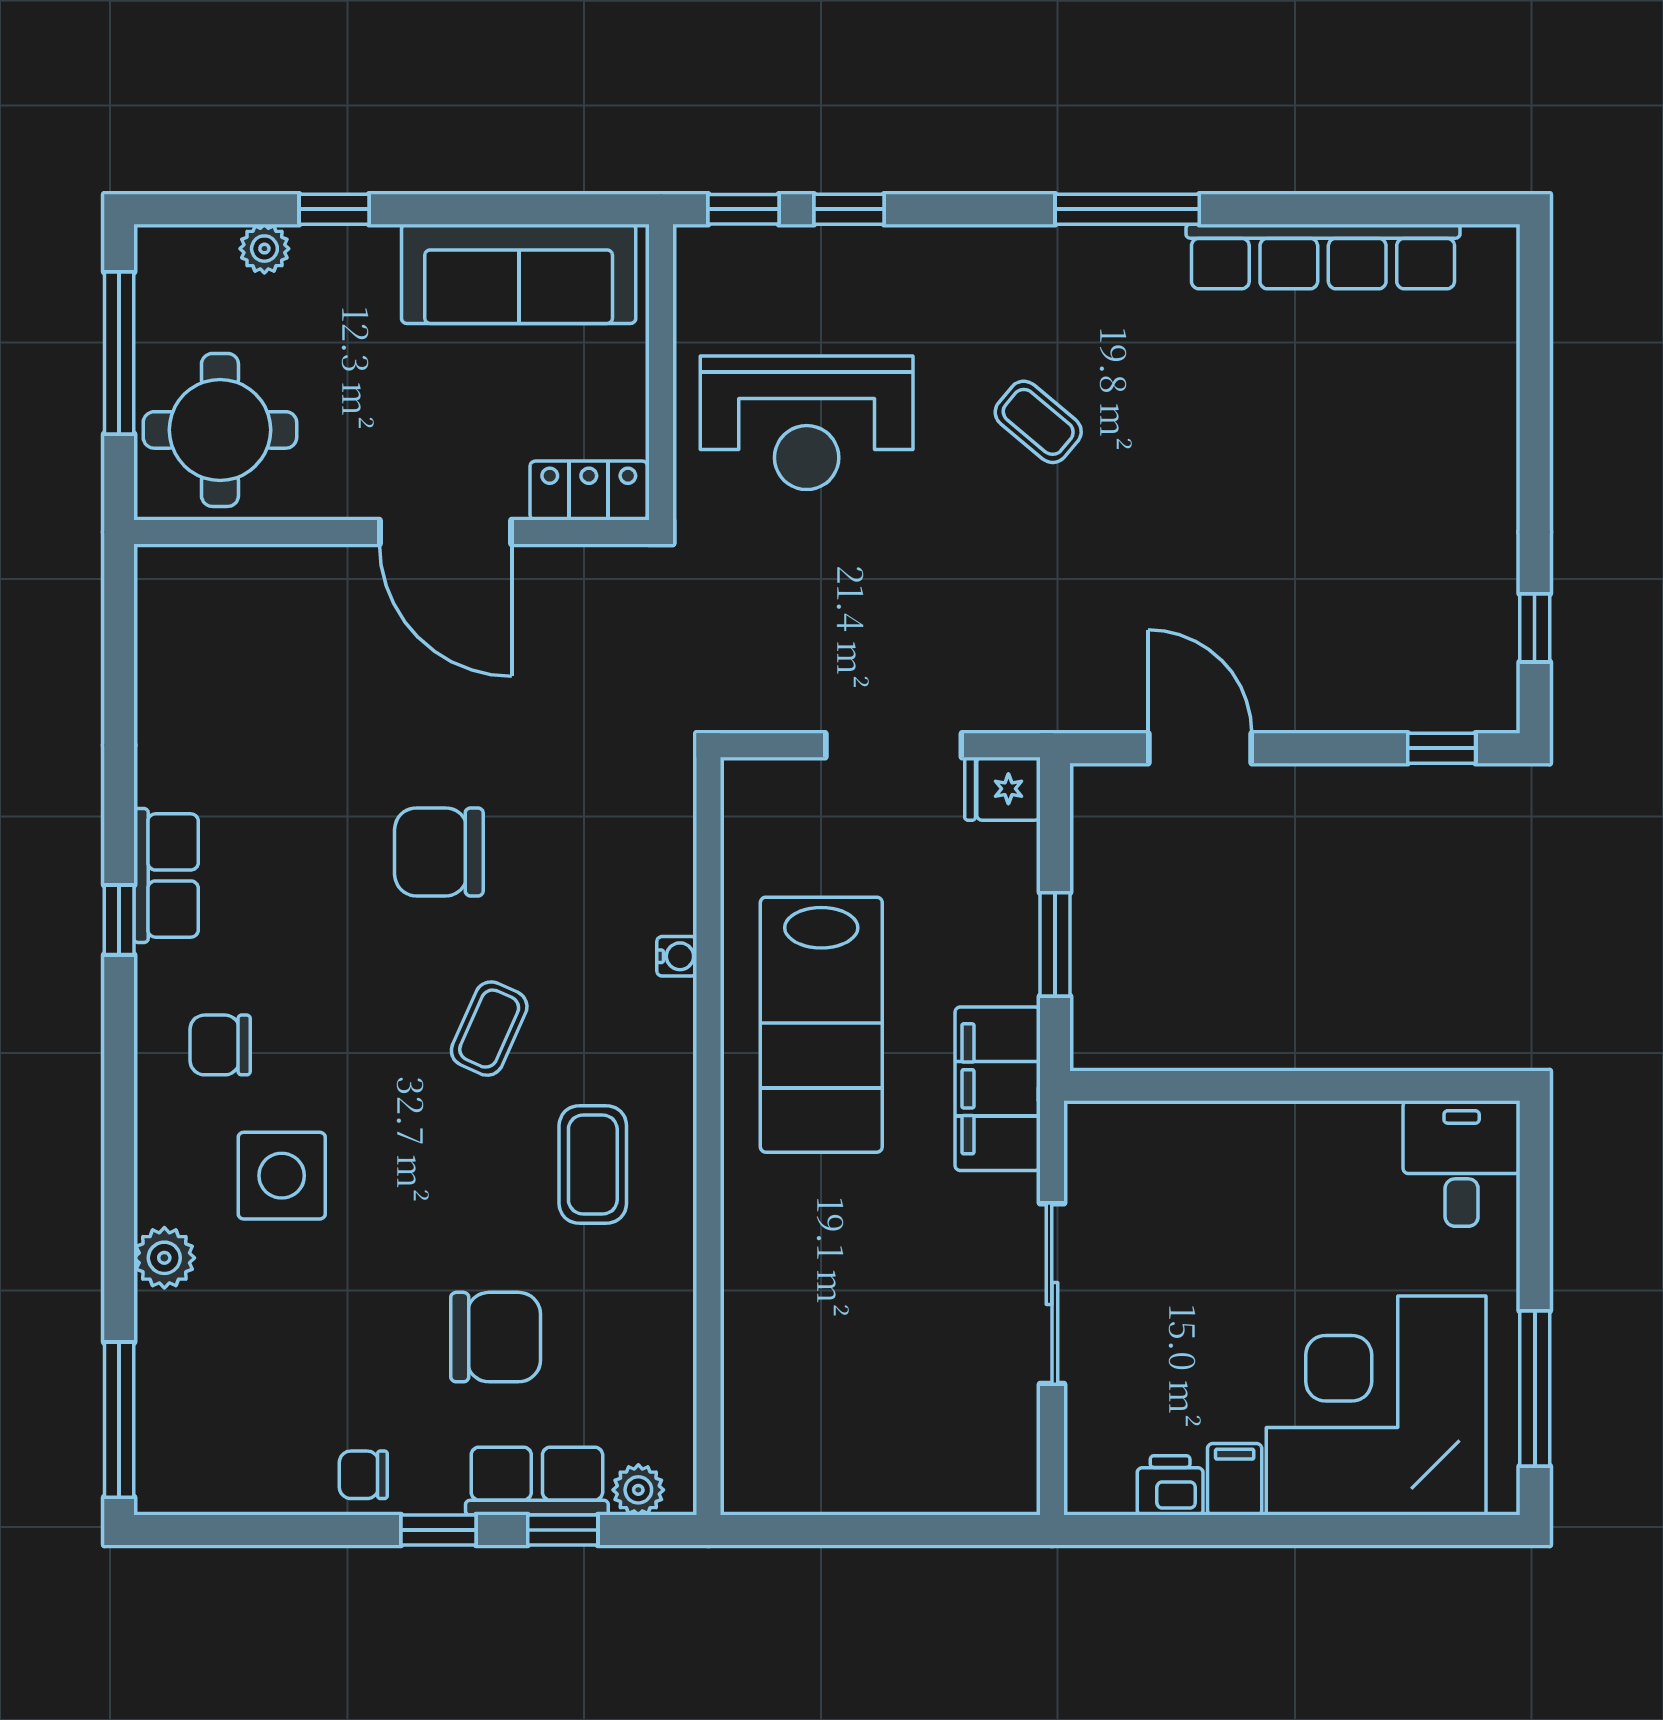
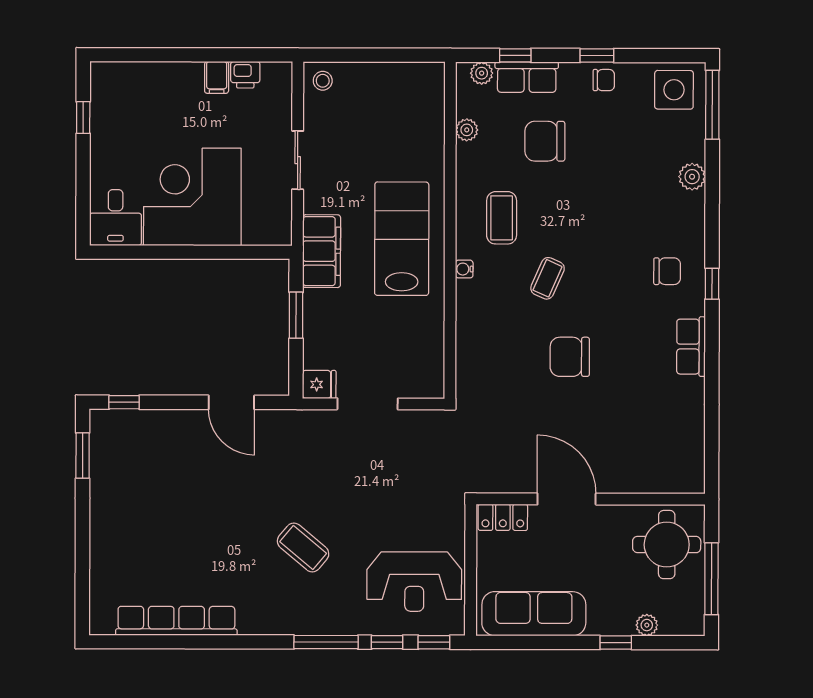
window: (1127, 209) -> (326, 642), moved
coffee table: (1038, 422) -> (303, 547), width x1.36, depth x1.30
reception desk: (807, 423) -> (414, 582), moved, turned 180
window: (1535, 628) -> (83, 456), width x1.50
chair: (439, 852) -> (570, 357), turned 180
window: (119, 920) -> (712, 284), moved
water cooler: (677, 956) -> (464, 269), moved
lab bench: (821, 1025) -> (402, 239), moved
side table: (282, 1176) -> (674, 90), moved
sliding door: (1052, 1294) -> (298, 160), width x0.73
plant: (672, 1362) -> (467, 130), added
window: (1535, 1388) -> (83, 118), width x0.46
corner desk: (1376, 1406) -> (192, 197), moved, turned 180
stool: (996, 1472) -> (323, 81), added
window: (439, 1530) -> (597, 56), moved

